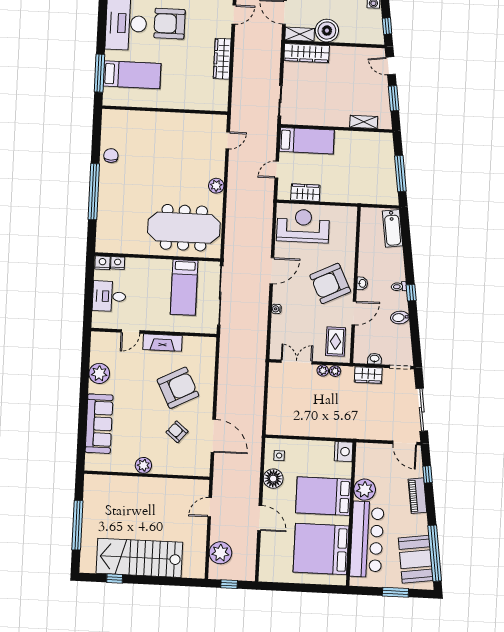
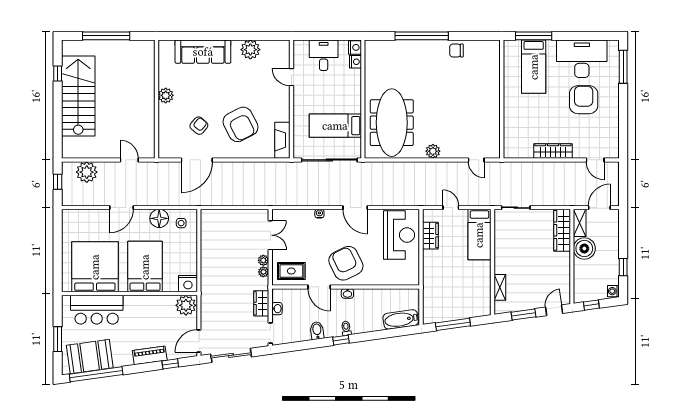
chair: (111, 156) -> (456, 50), turned 180
fireplace: (162, 343) -> (282, 140), moved
plant: (365, 490) -> (186, 305), moved
bar counter: (367, 539) -> (97, 310), width x0.73

